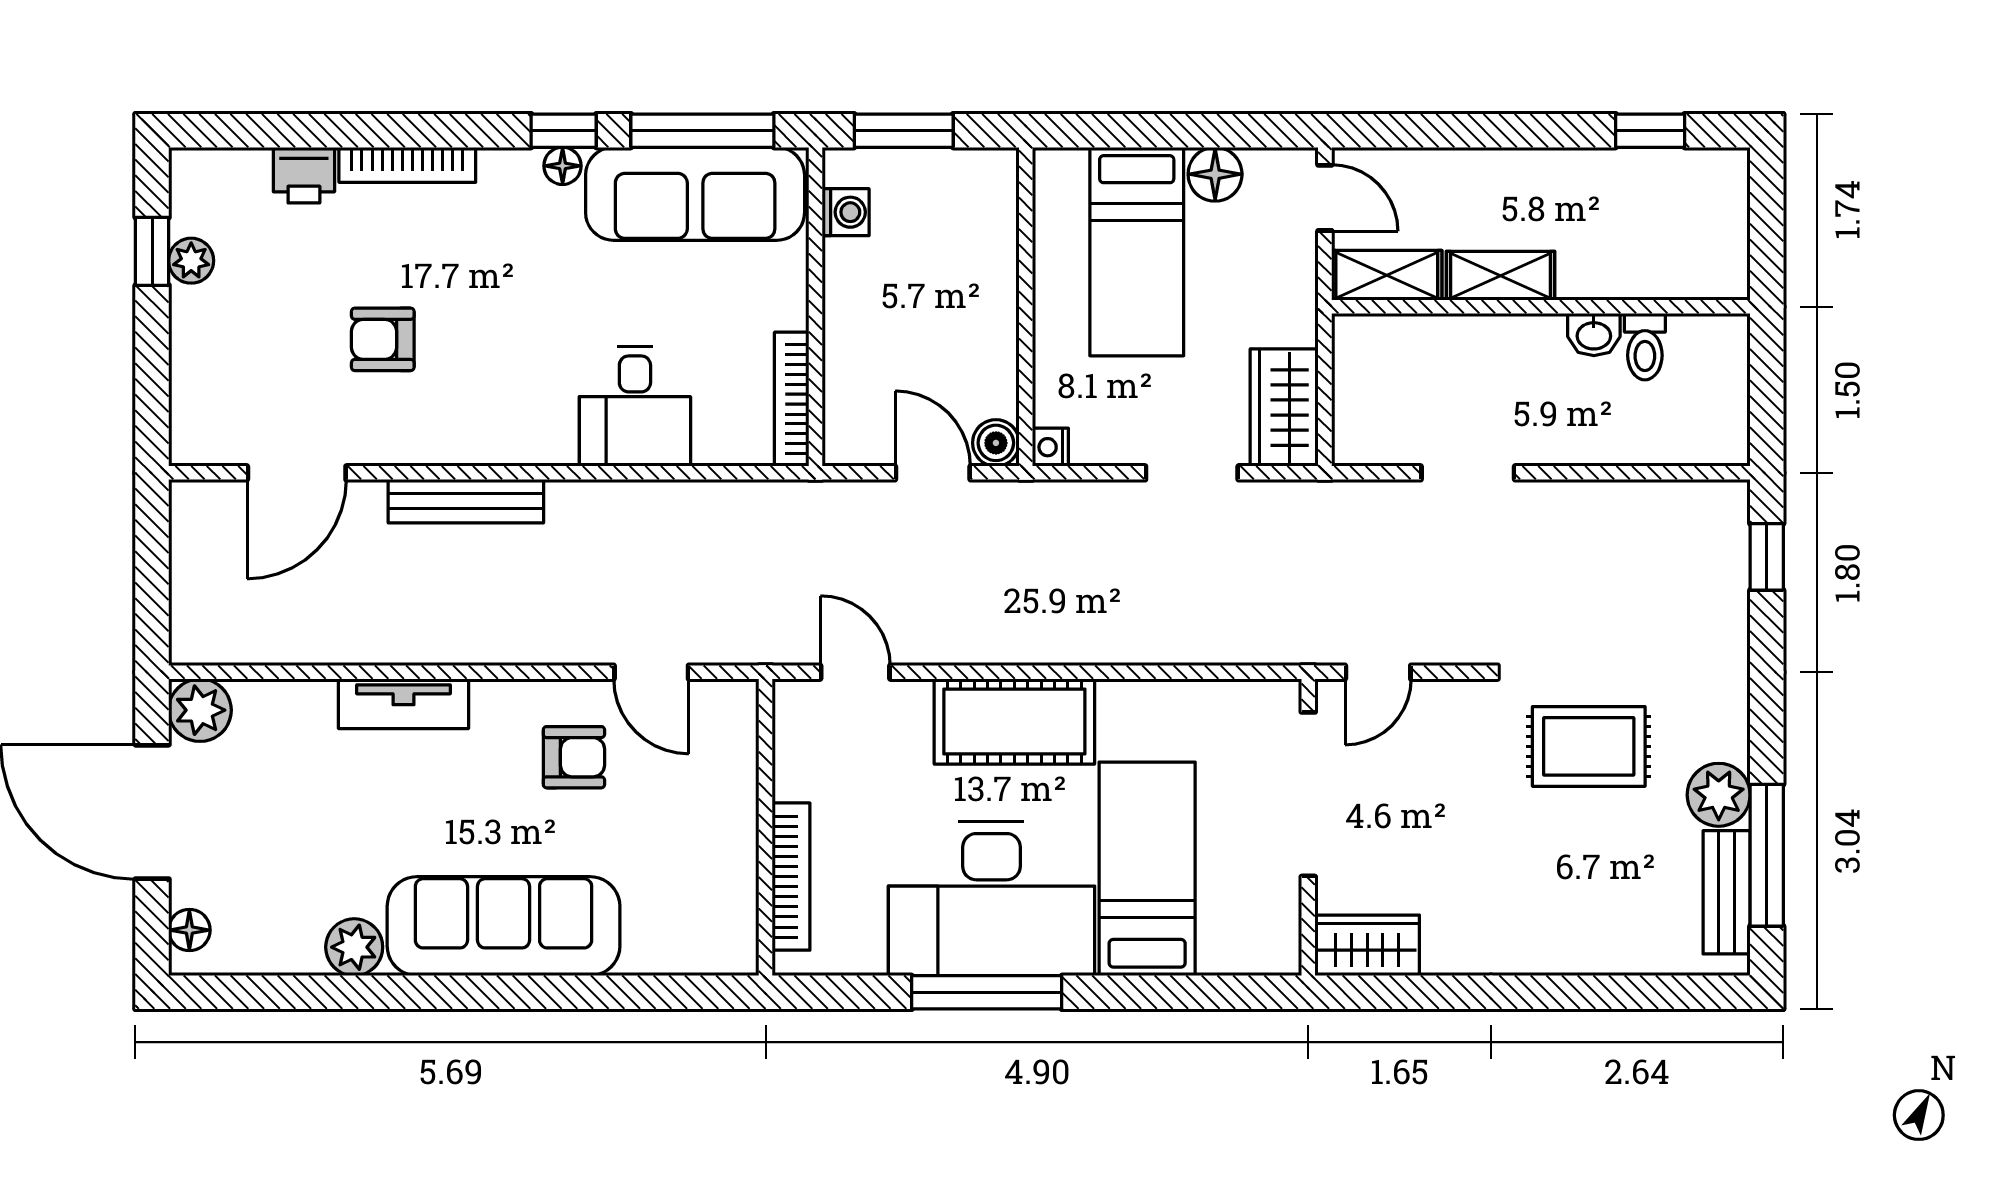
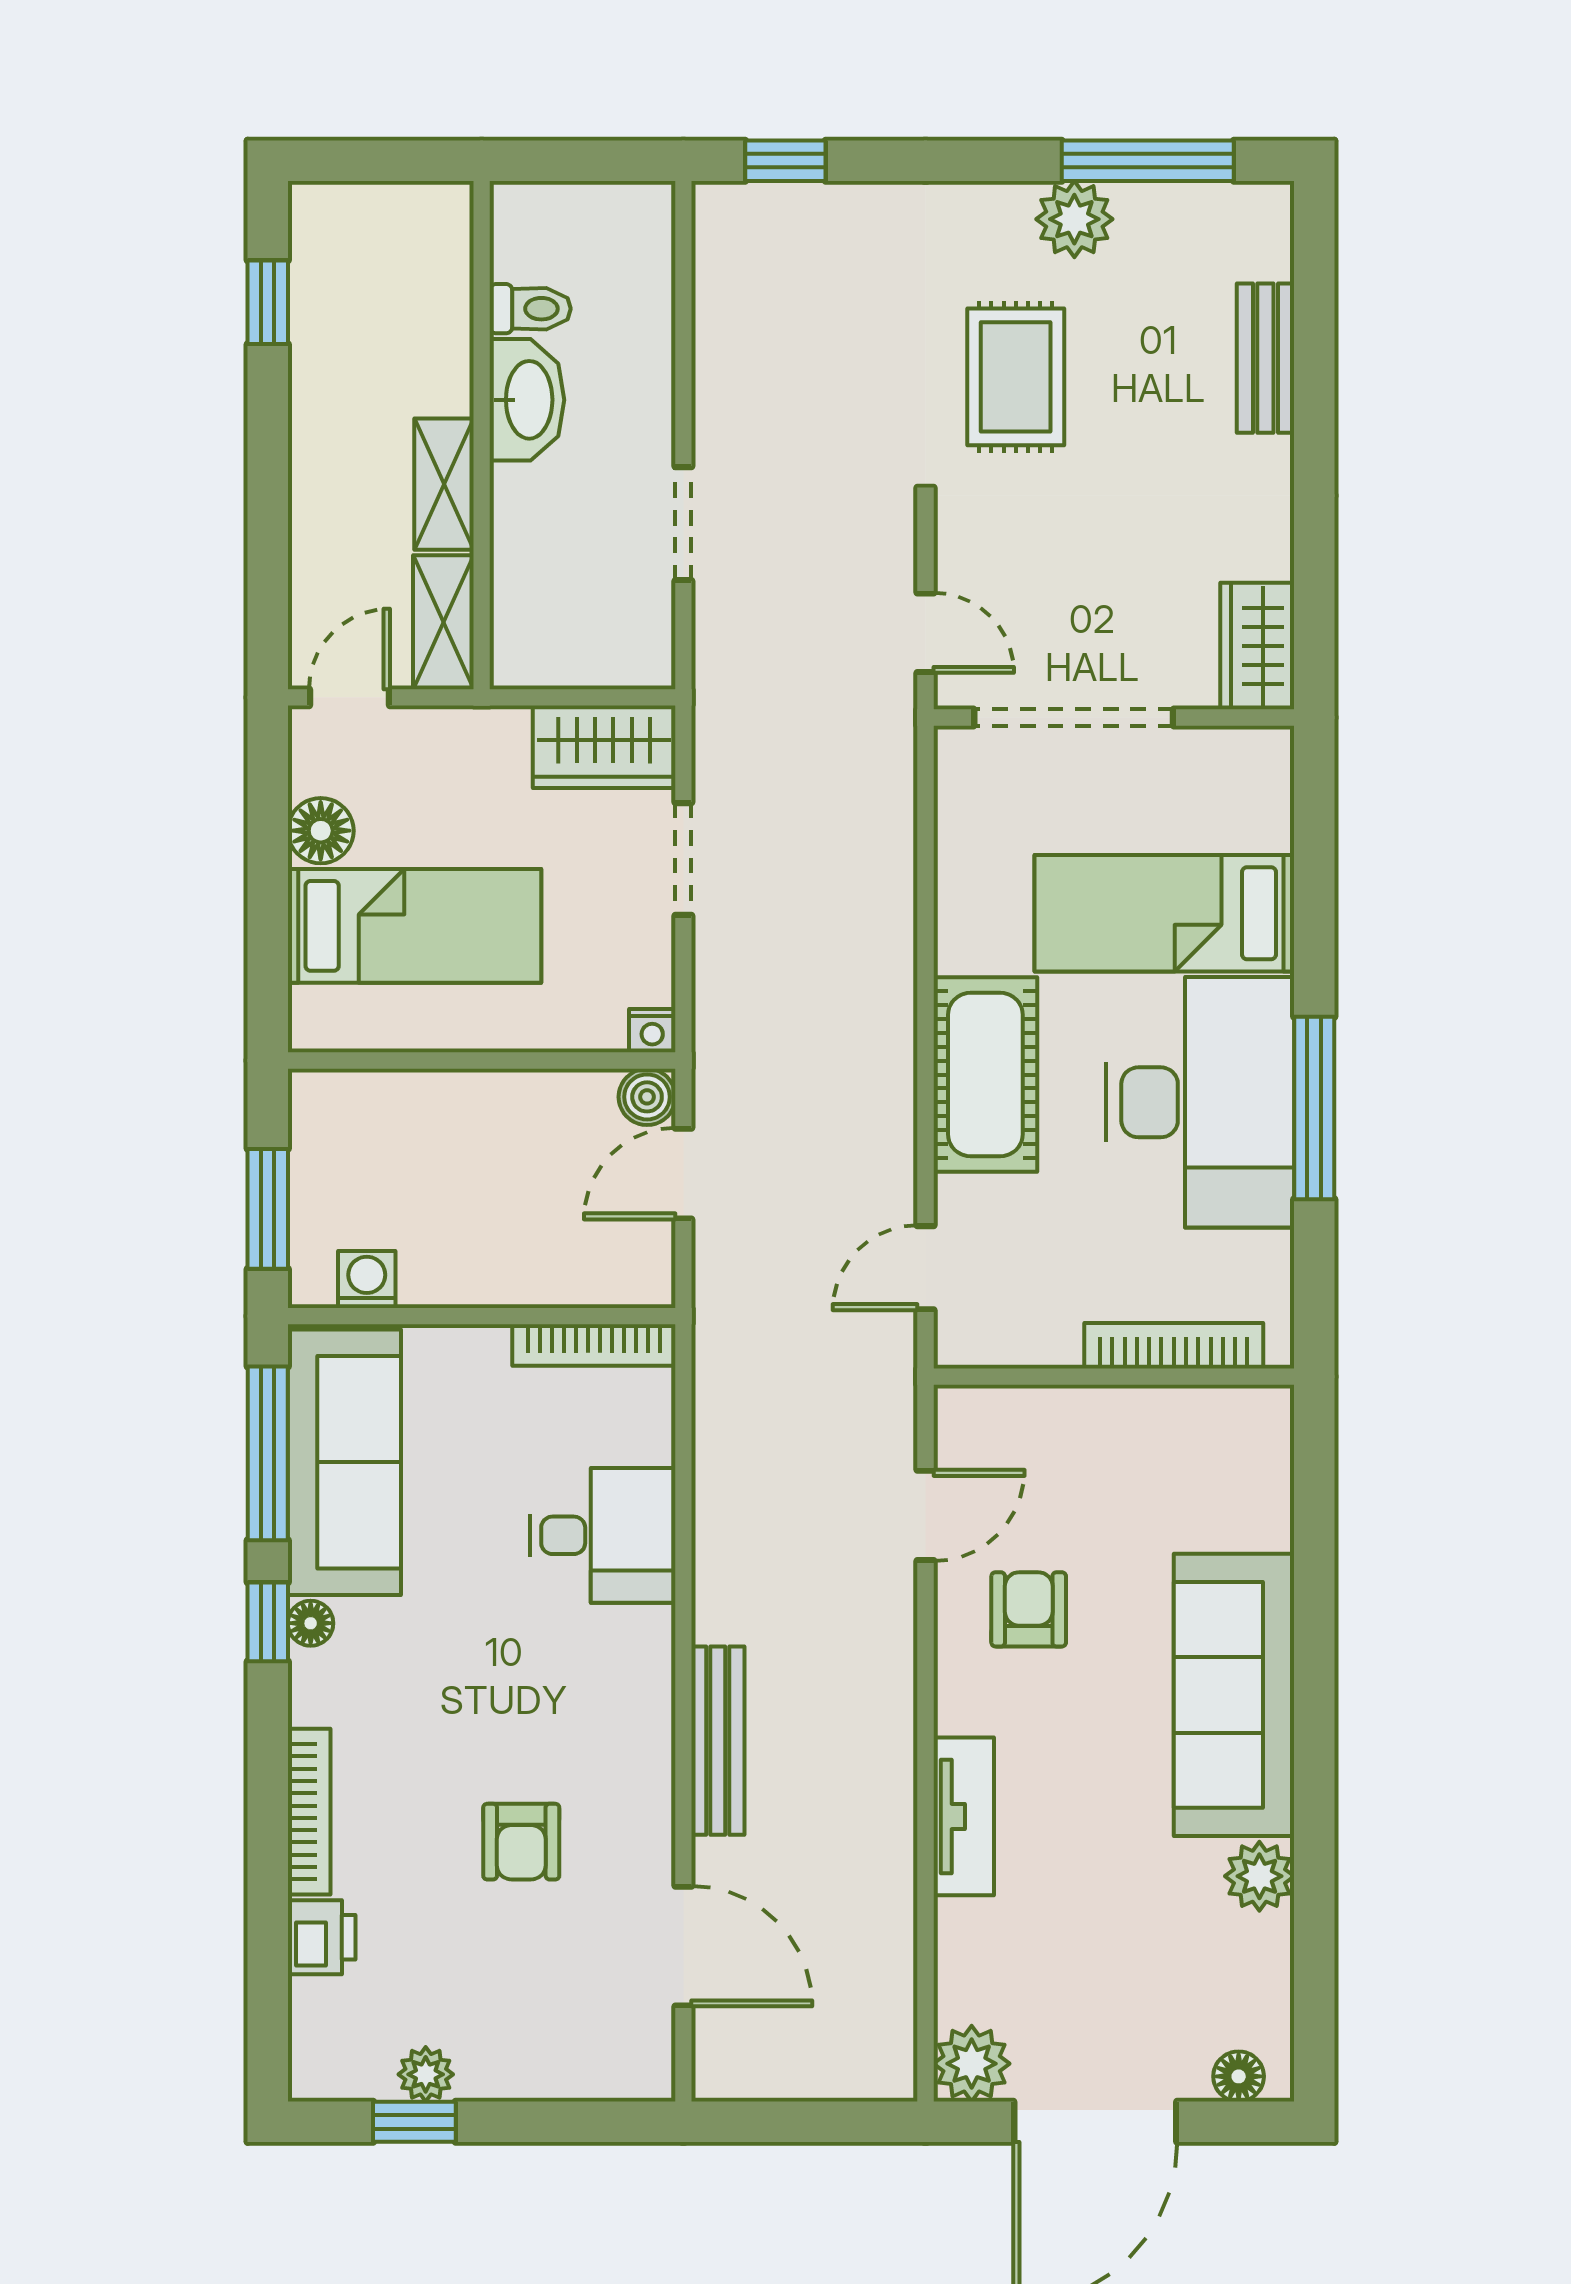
washbasin: (1594, 335) -> (527, 400), width x1.91, depth x1.45
bench: (1727, 892) -> (1265, 358), moved, turned 90

